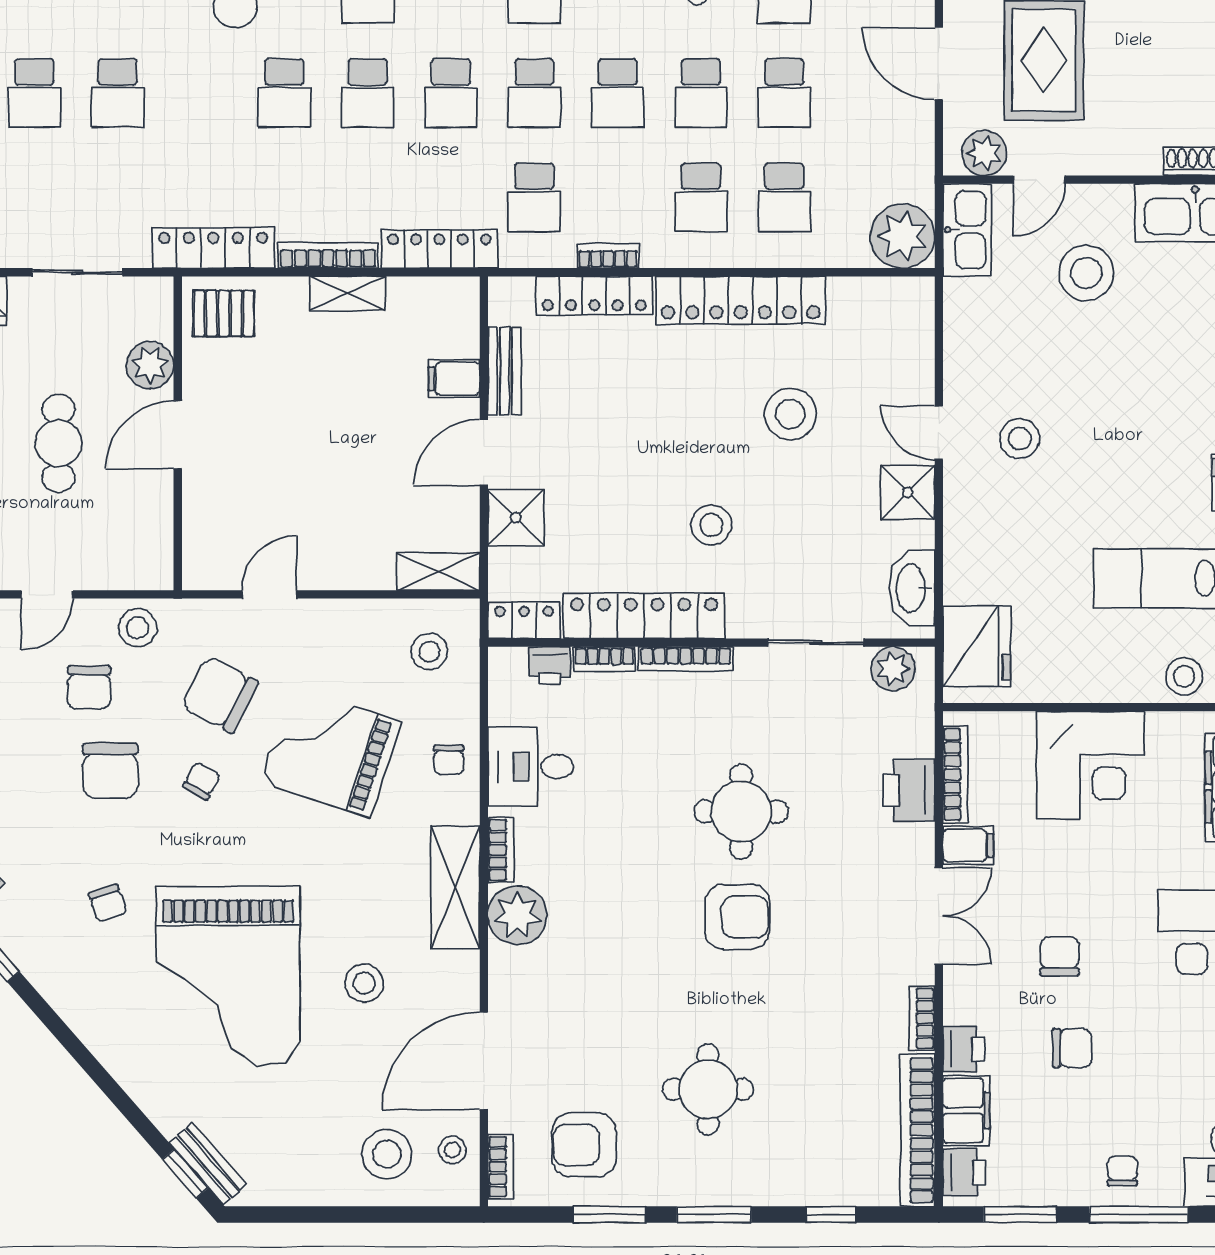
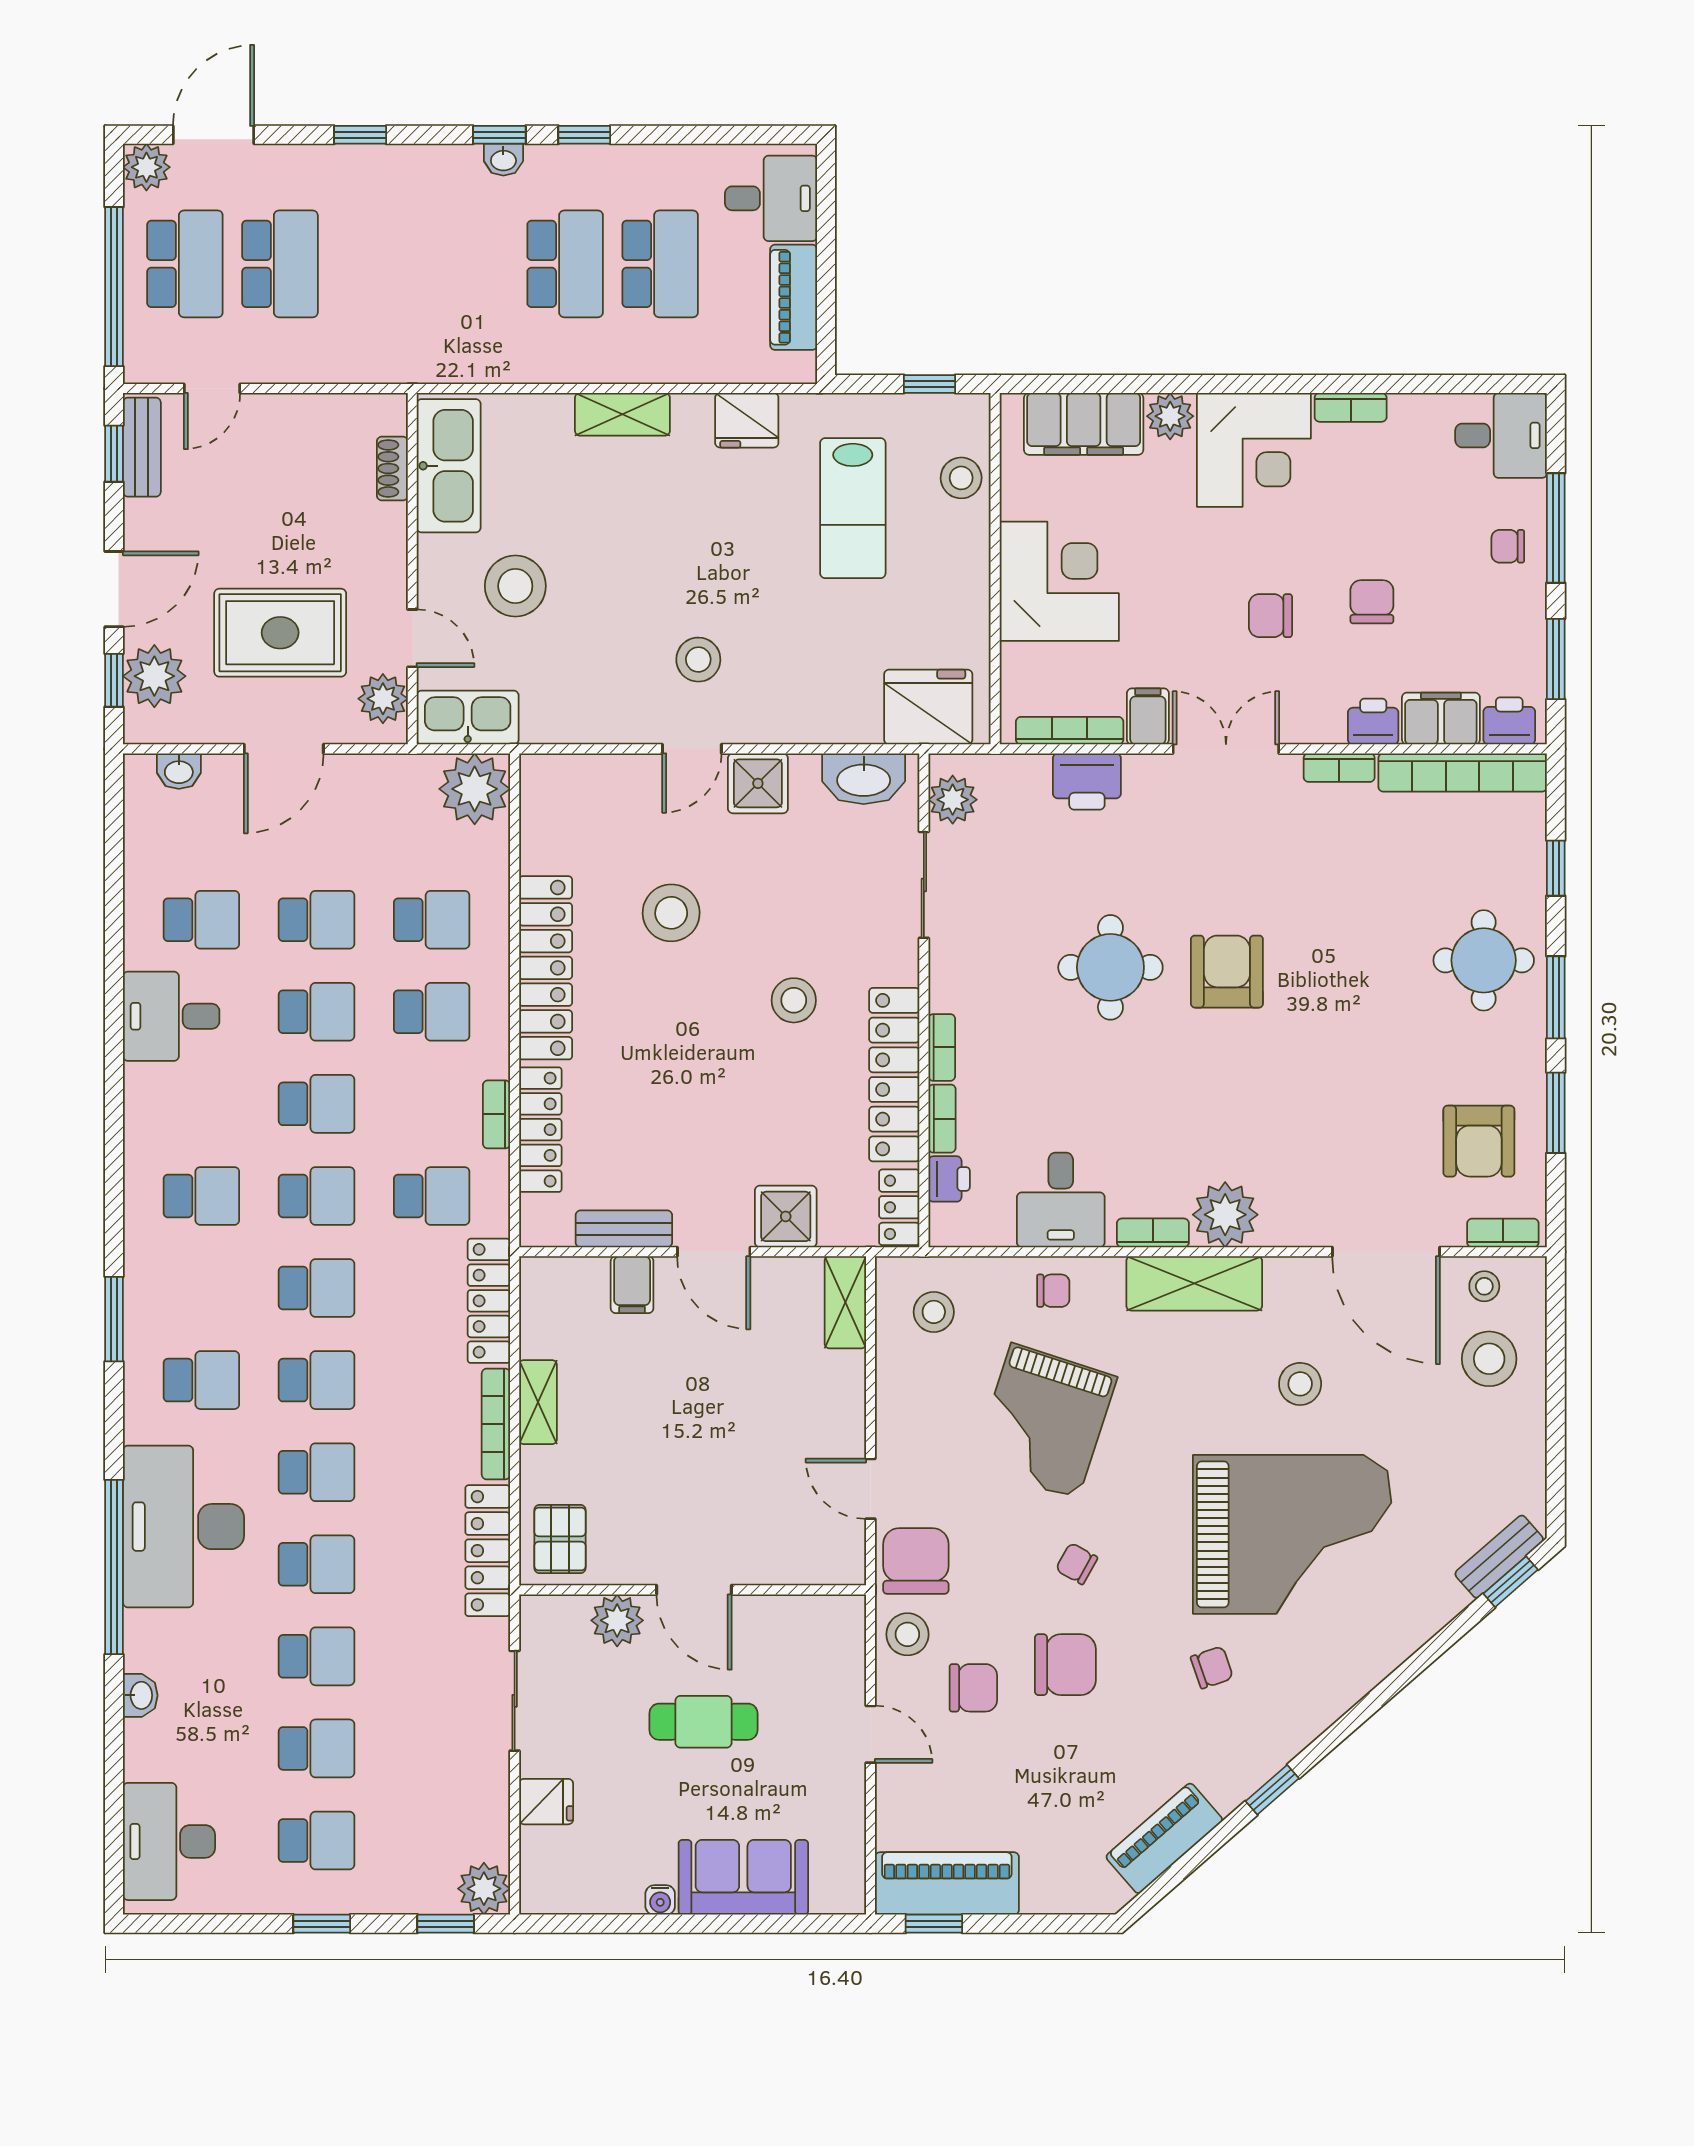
school desk: (201, 93) -> (317, 1564), added
bookcase: (686, 659) -> (942, 1047), width x0.64
chair: (220, 695) -> (916, 1561), moved, turned 153
round table: (708, 1089) -> (1484, 960), moved

